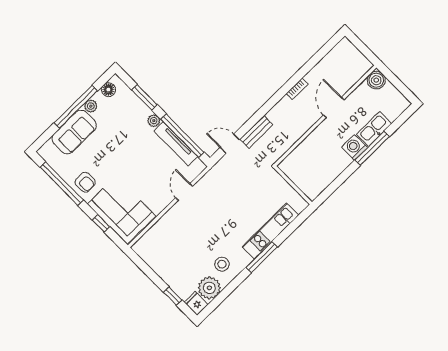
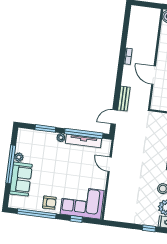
floor lamp: (108, 90) -> (22, 140), removed
door: (334, 107) -> (154, 75), moved

